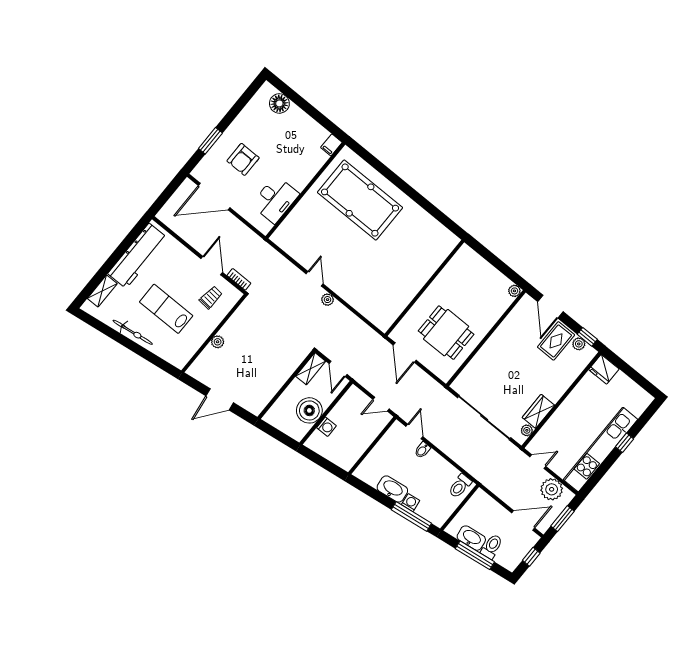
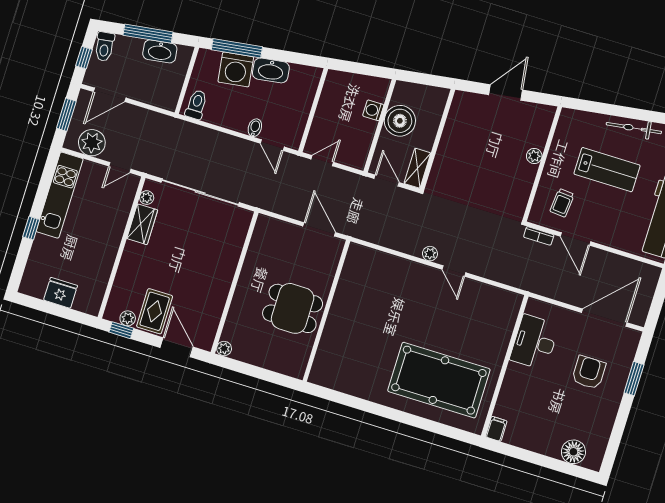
dining table: (446, 333) -> (293, 308), moved
fridge: (604, 369) -> (61, 293), moved
kitchen unit: (601, 450) -> (60, 195), width x0.73
washing machine: (411, 503) -> (236, 69), width x1.89, depth x1.89
toilet: (492, 547) -> (105, 47), moved

